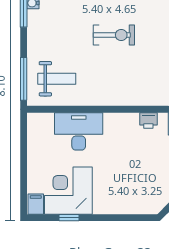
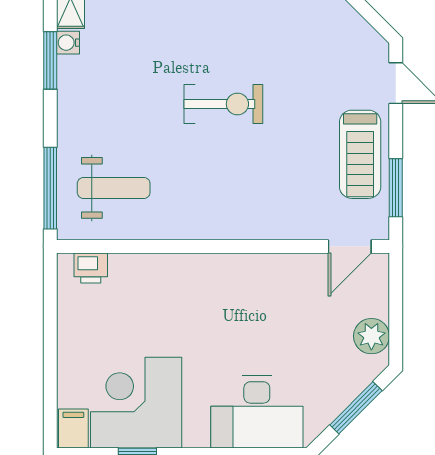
printer: (148, 120) -> (91, 268), moved
desk: (79, 131) -> (257, 412), moved, turned 180

